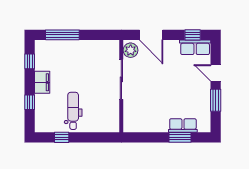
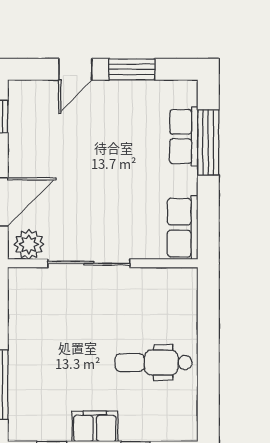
row of seats: (195, 47) -> (183, 228), moved, turned 180
window: (62, 137) -> (208, 386), removed
window: (180, 137) -> (208, 143), width x1.44

